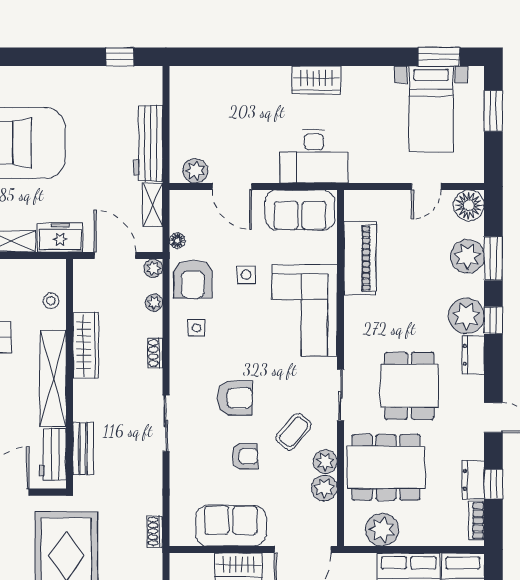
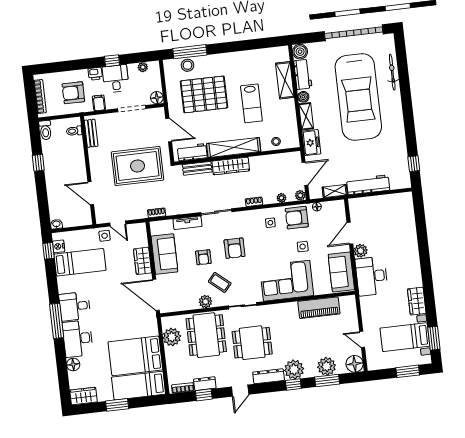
wardrobe: (316, 80) -> (417, 301), moved
plant: (195, 171) -> (361, 251), moved
wardrobe: (86, 345) -> (231, 166), moved
dresser: (473, 355) -> (269, 376), width x1.44
tv unit: (179, 478) -> (187, 223), added
plant: (324, 488) -> (191, 303), removed

